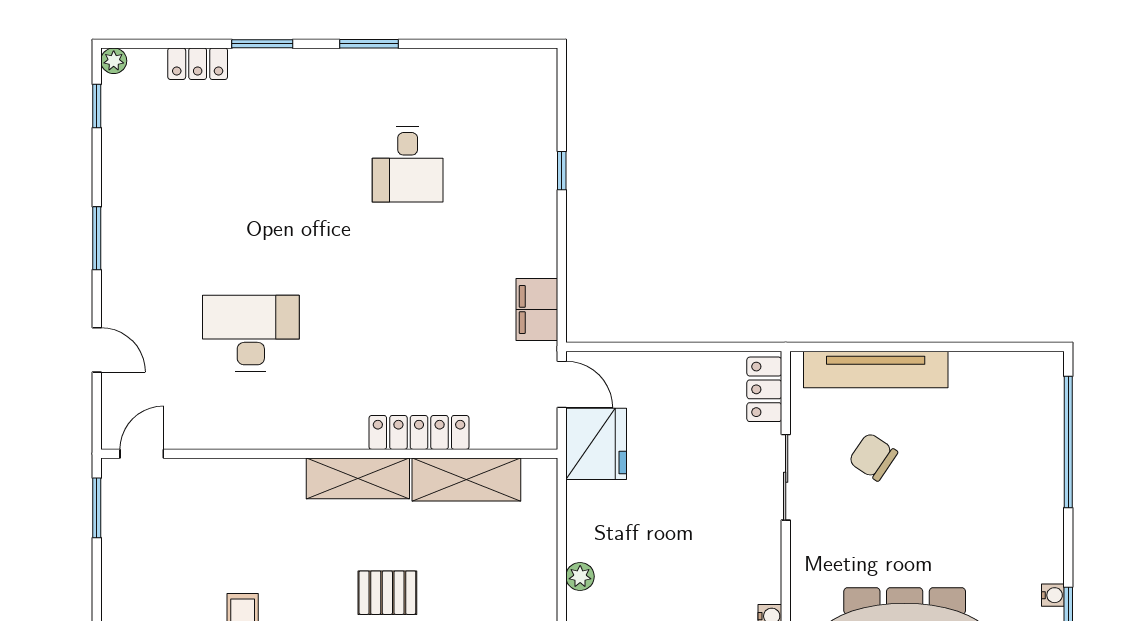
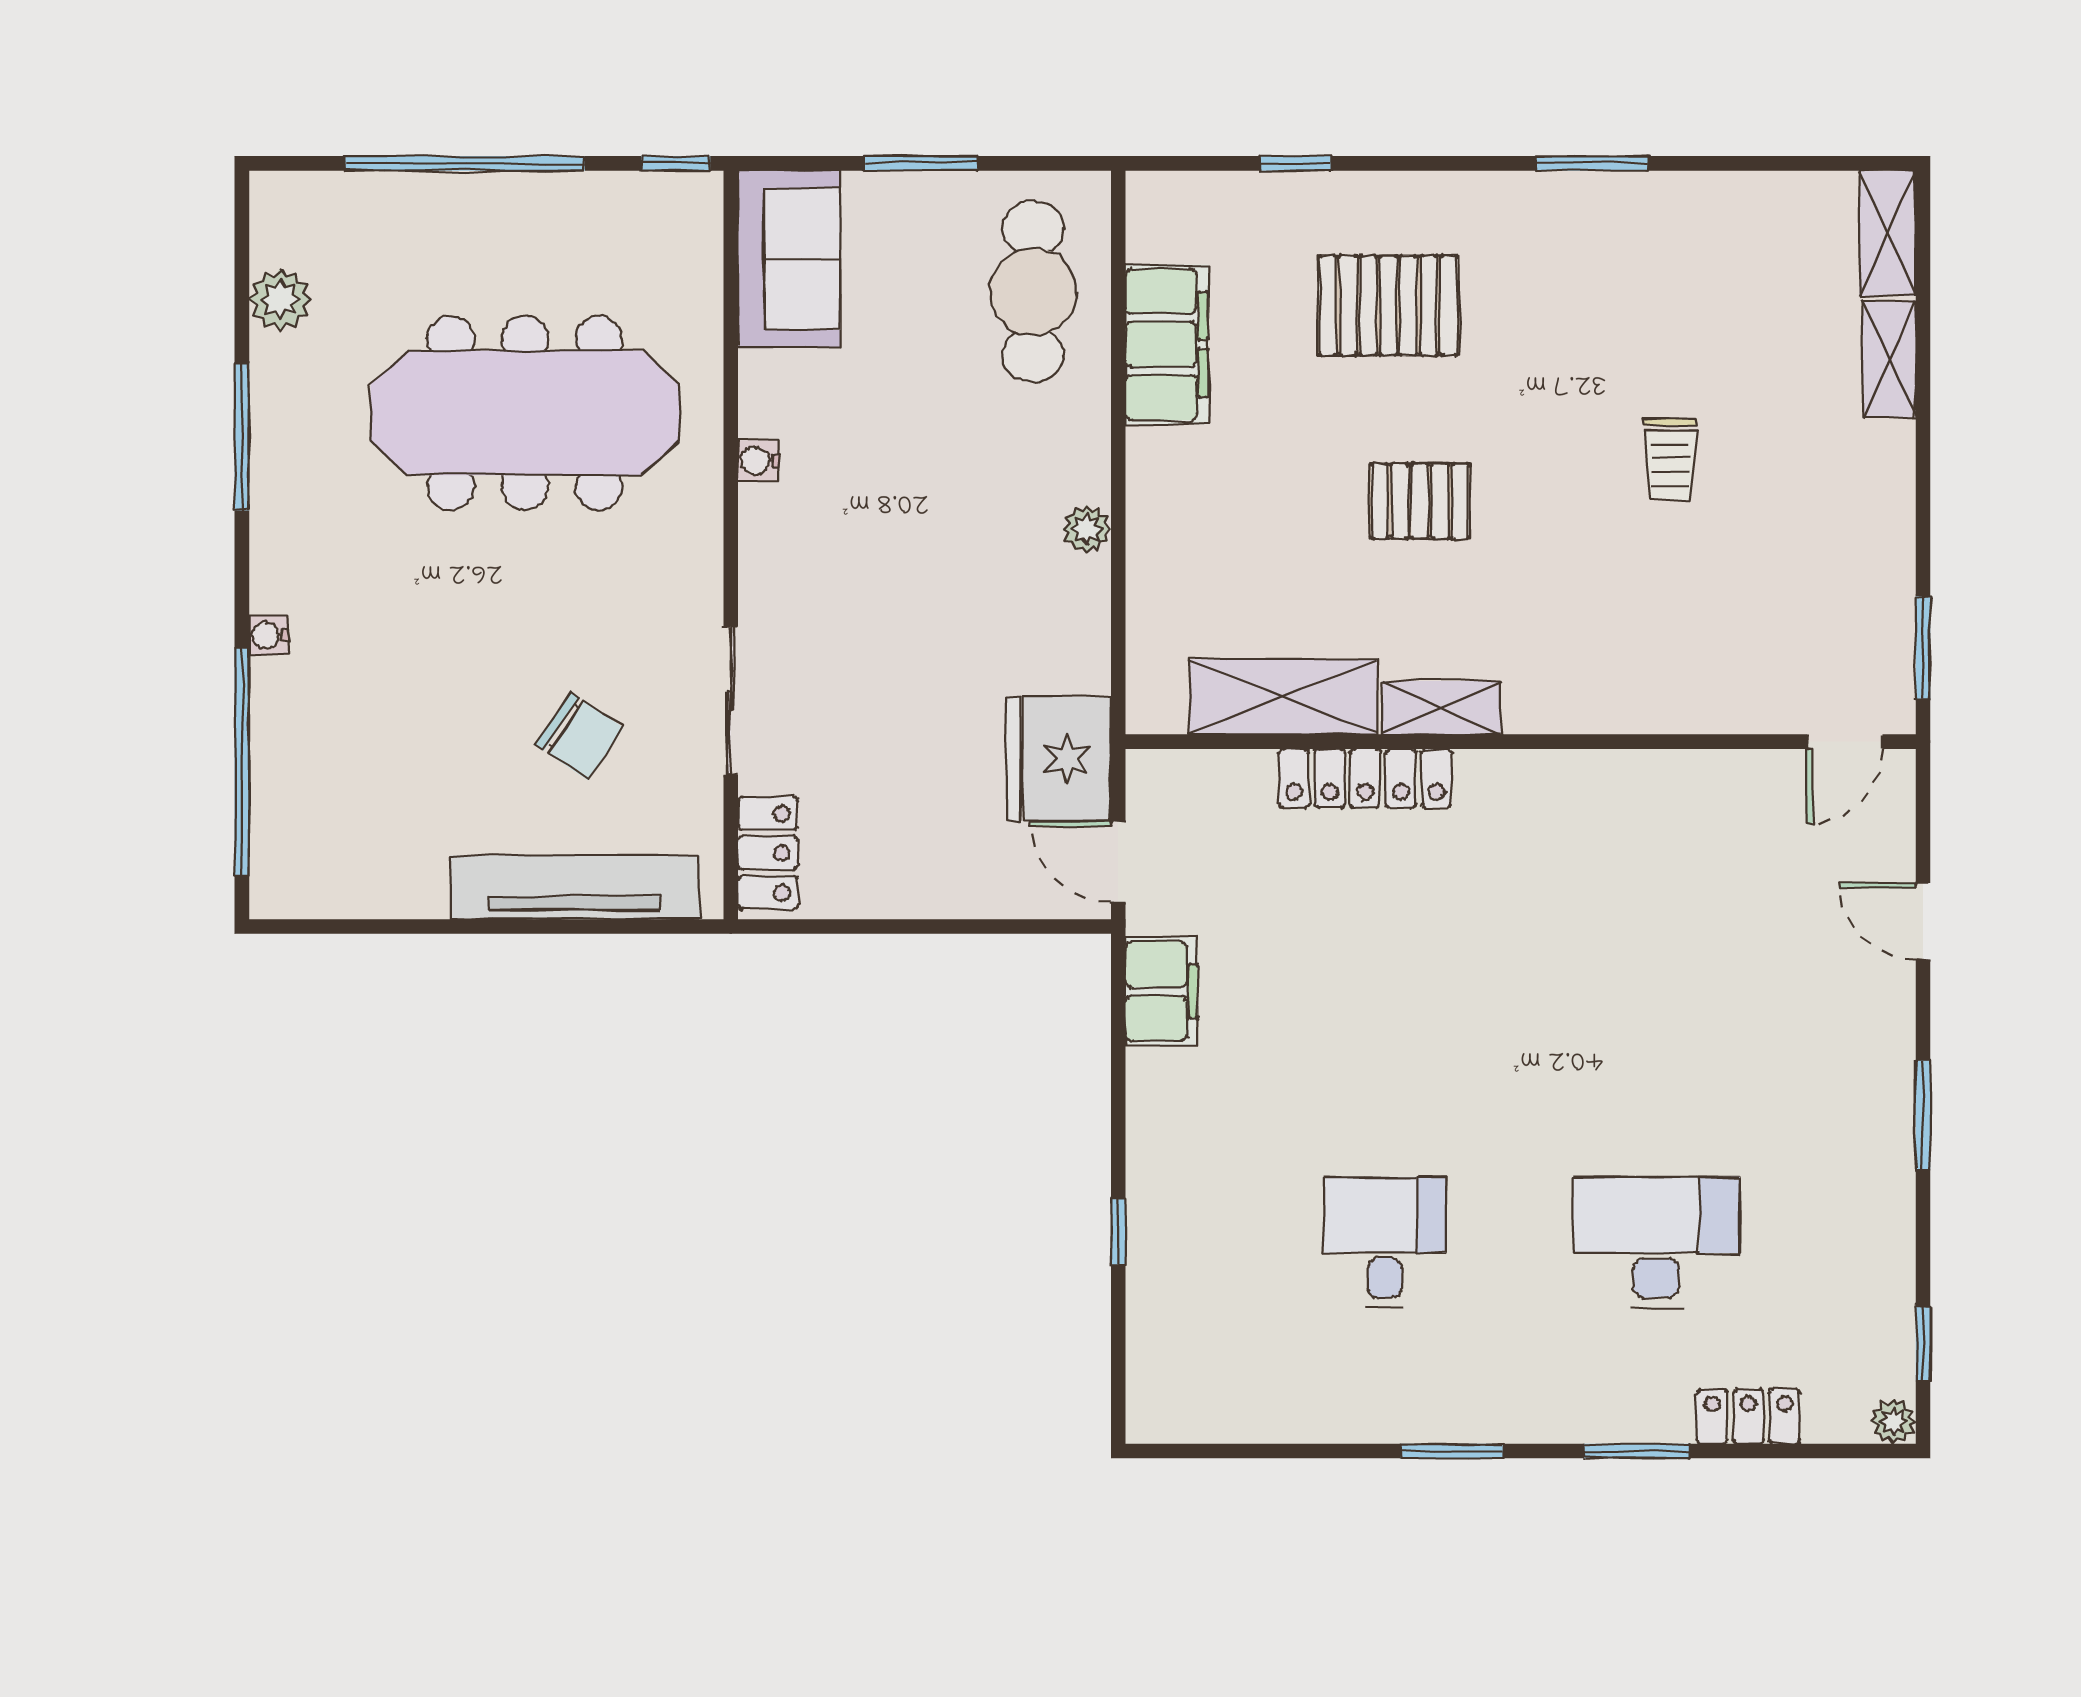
desk: (251, 333) -> (1656, 1242), moved, turned 180
shelving: (358, 478) -> (1441, 708), width x0.67, depth x0.75
water cooler: (1053, 595) -> (269, 635), moved

